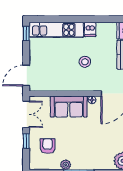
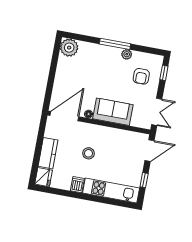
window: (26, 33) -> (144, 180), moved
double door: (26, 114) -> (157, 112), swing flipped
window: (26, 141) -> (164, 73), moved

